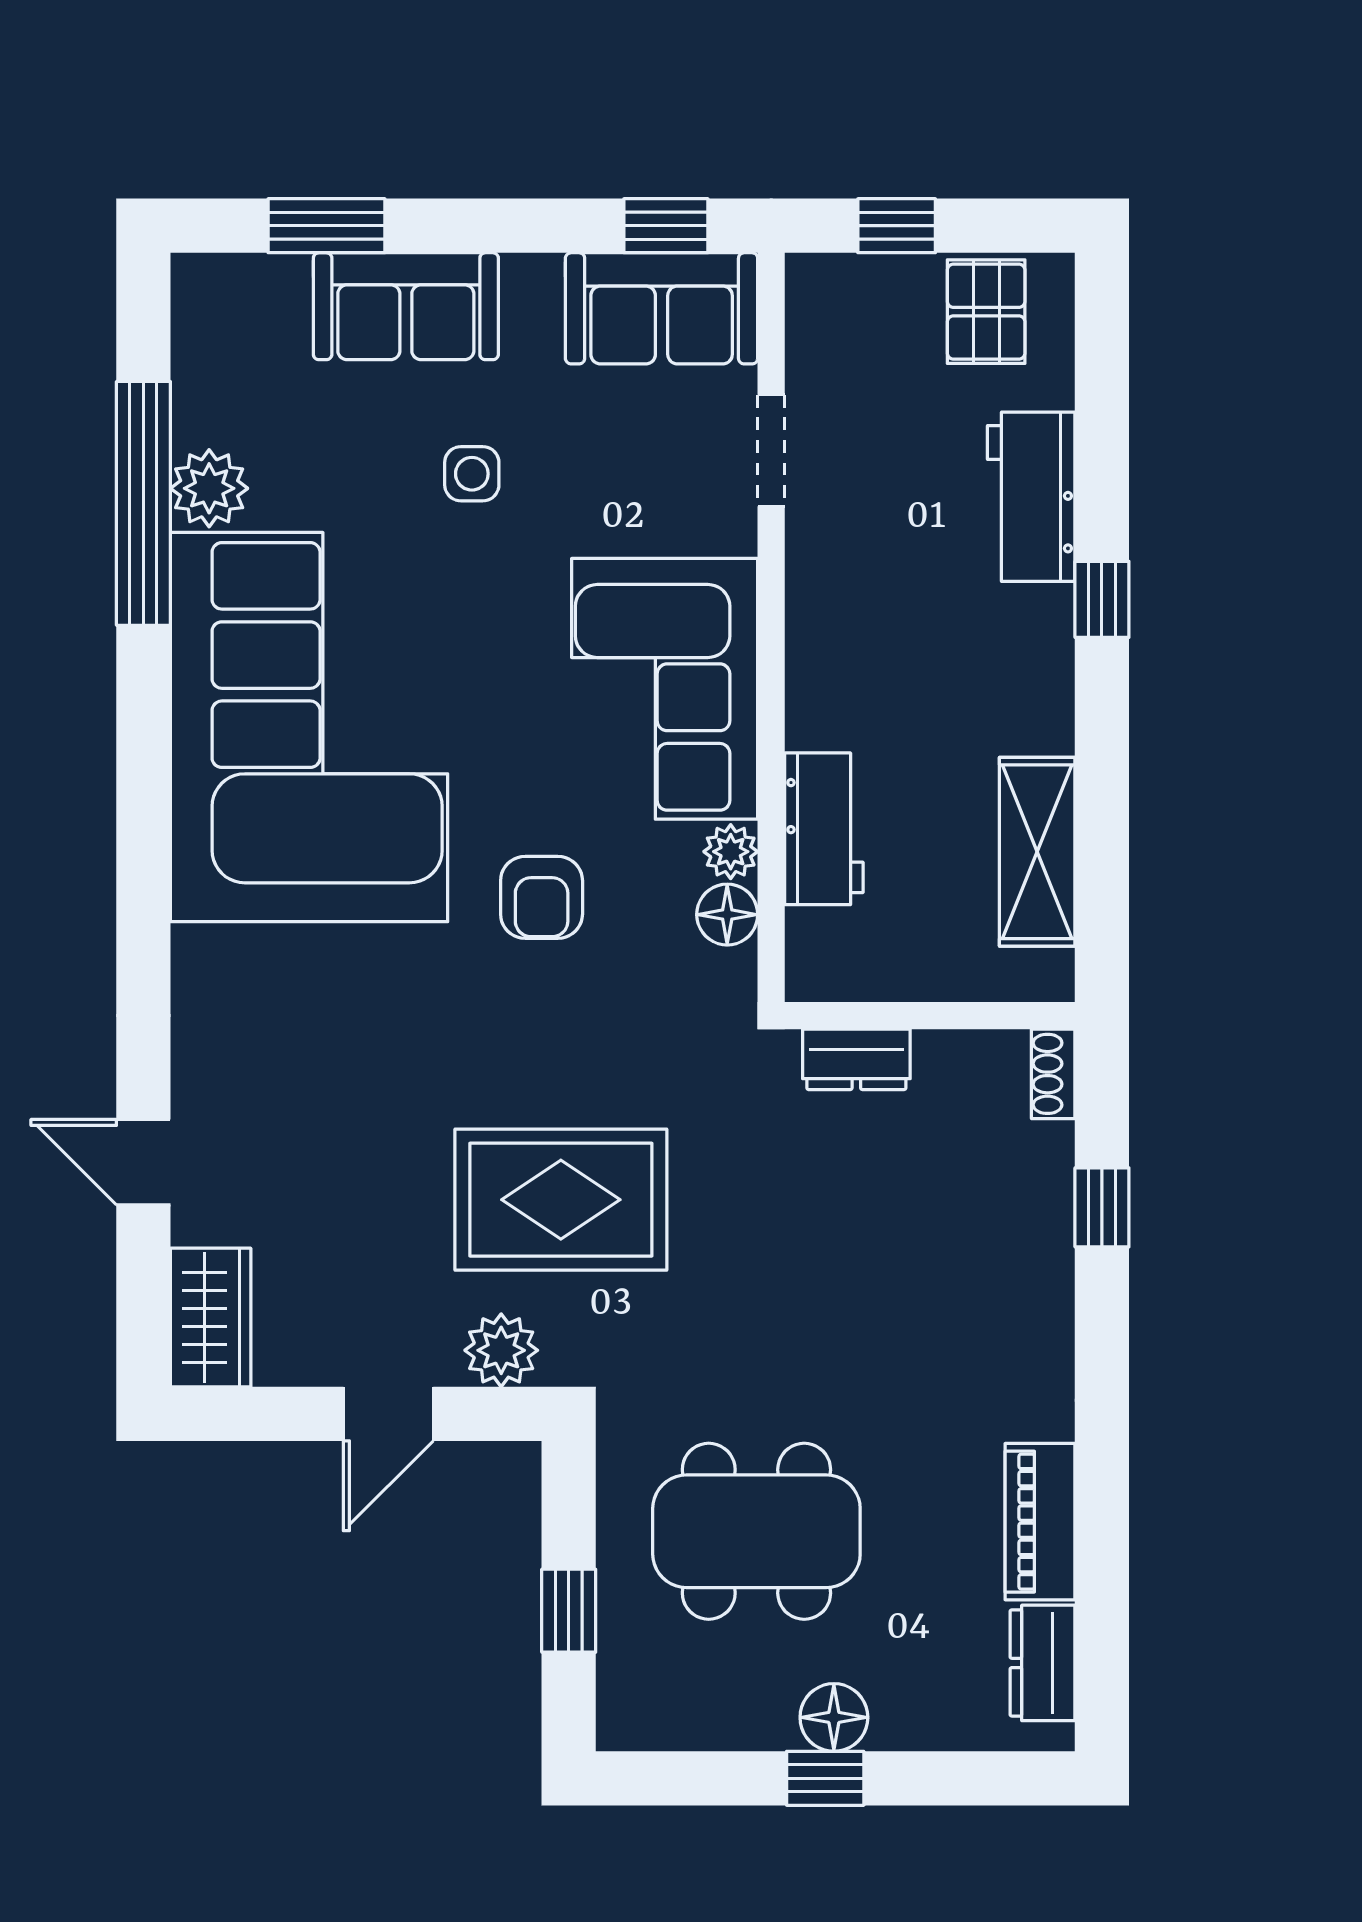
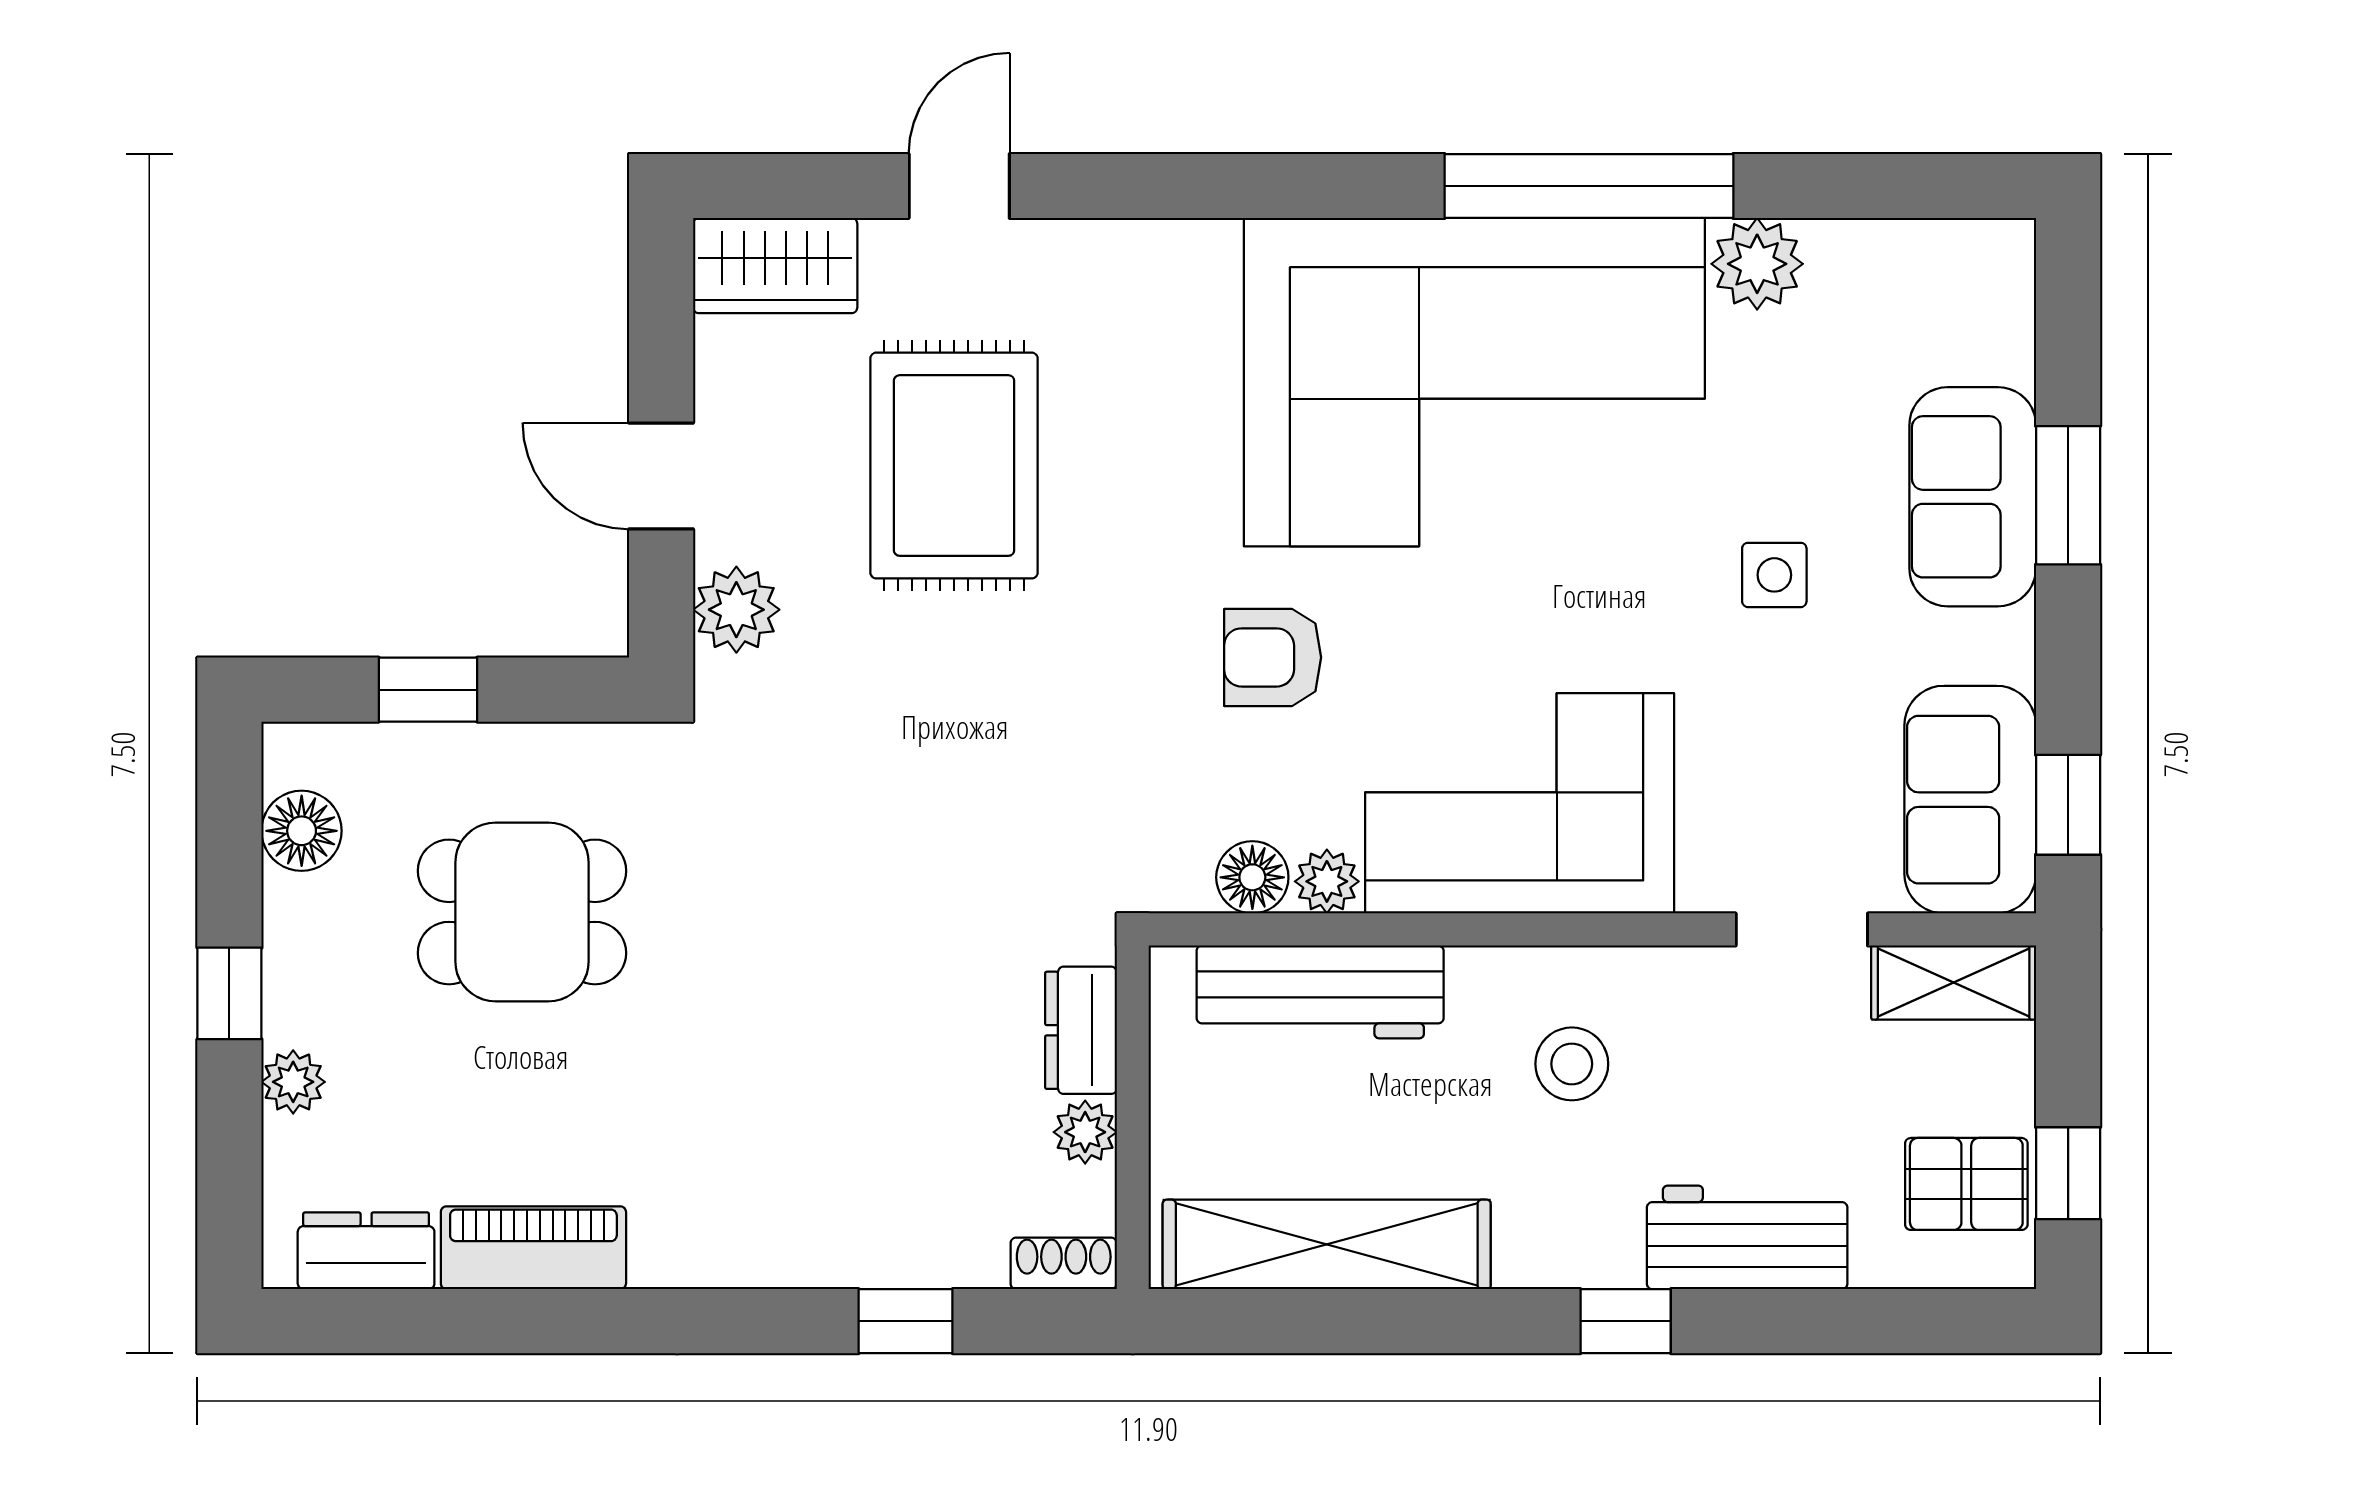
window: (326, 226) -> (2068, 495), moved
window: (897, 226) -> (2068, 1173), moved
shelving: (816, 322) -> (1954, 983), added
window: (143, 503) -> (1589, 186), moved
stool: (885, 645) -> (1572, 1064), added
workbench: (824, 829) -> (1320, 992), width x1.38
shelving: (1037, 852) -> (1327, 1244), width x1.47
plant: (942, 1056) -> (1085, 1132), added
rug: (561, 1200) -> (954, 466), moved
dining table: (756, 1531) -> (522, 912), width x0.73
floor lamp: (834, 1717) -> (302, 831), moved
plant: (900, 1725) -> (293, 1082), added

